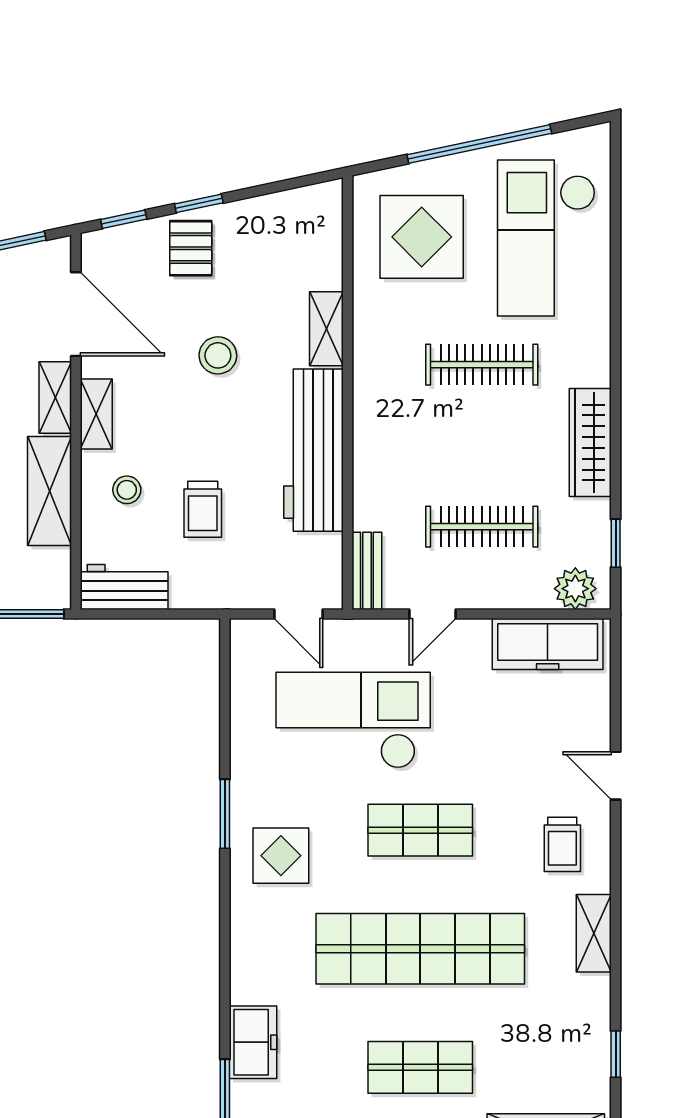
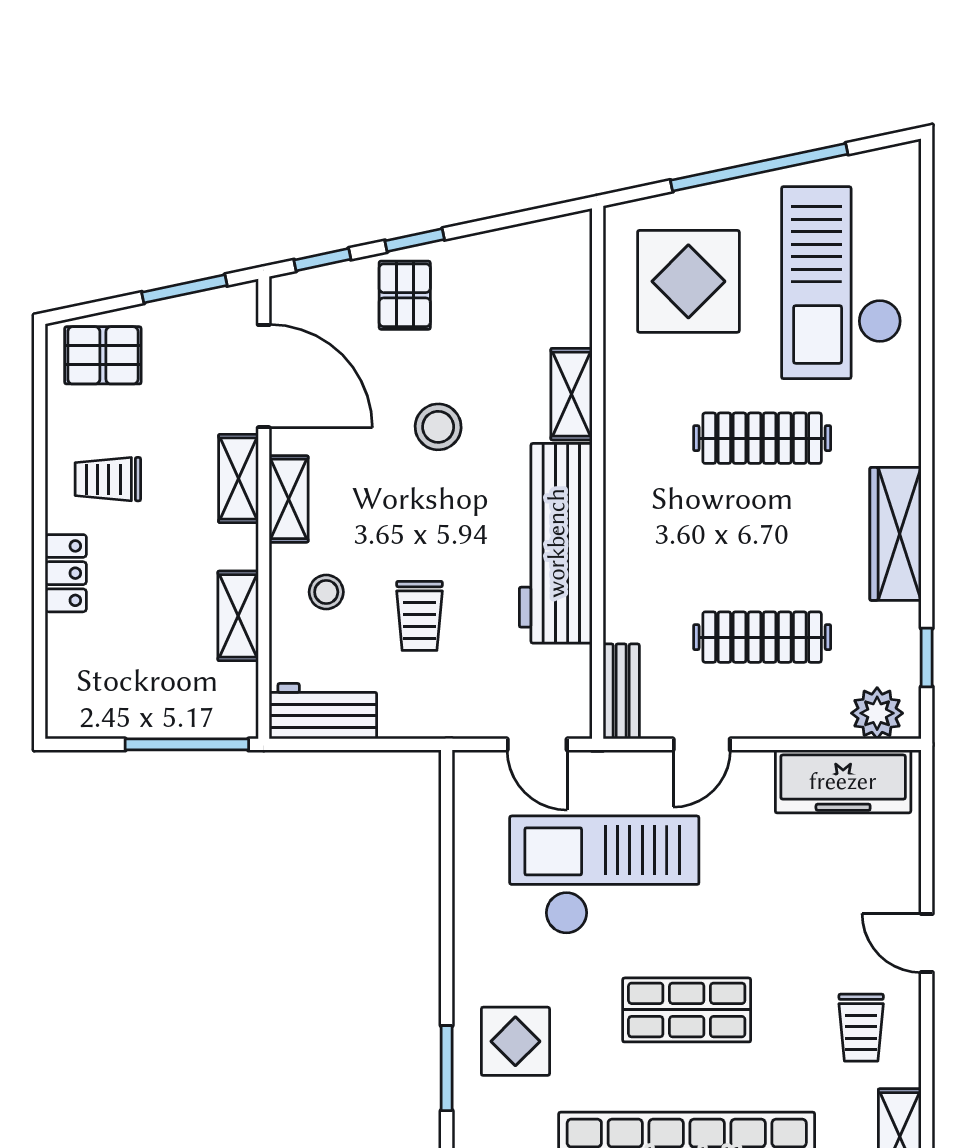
shelving: (50, 491) -> (238, 616), width x0.67, depth x0.75
window: (225, 814) -> (447, 1068), moved

